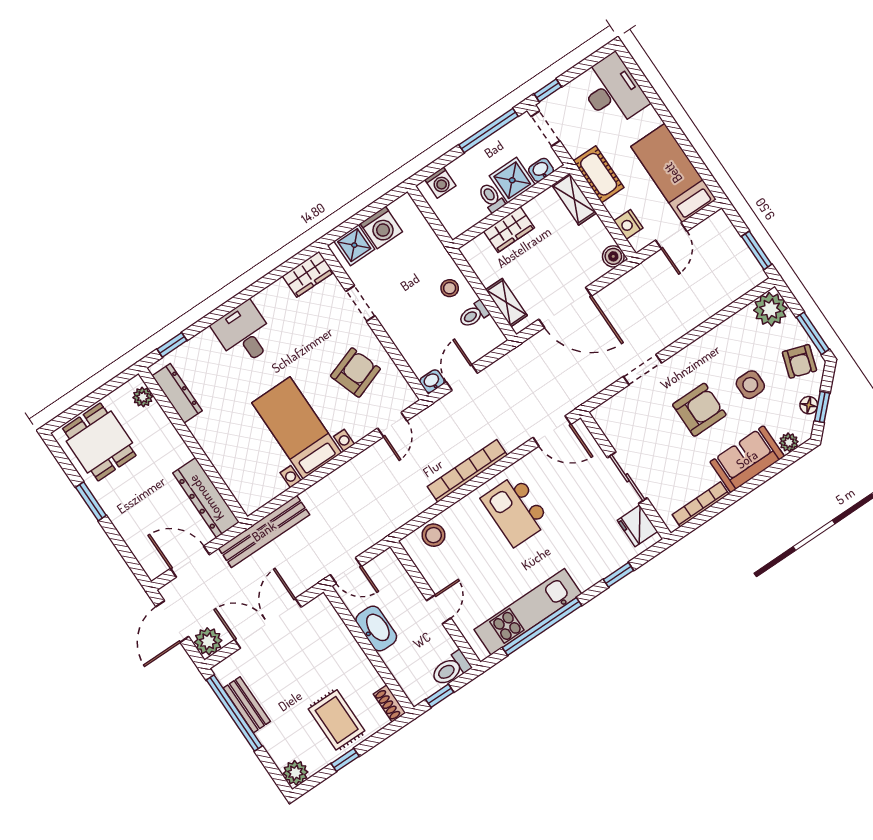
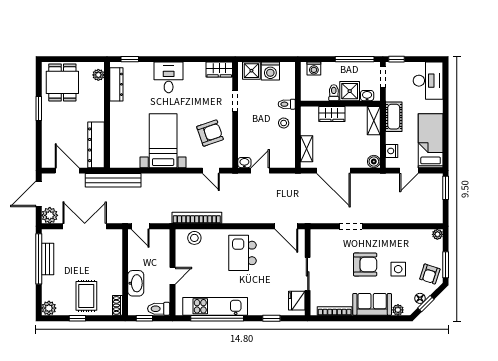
window: (757, 250) -> (446, 188), moved
plant: (770, 309) -> (437, 234), width x0.53, depth x0.53
toilet: (474, 314) -> (287, 104), moved
door: (392, 425) -> (211, 171), hinge flipped
bookcase: (467, 471) -> (197, 218), moved
washbasin: (376, 628) -> (136, 283), moved

